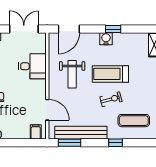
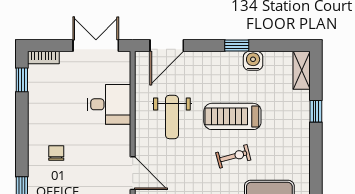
water cooler: (106, 39) -> (253, 61), moved

